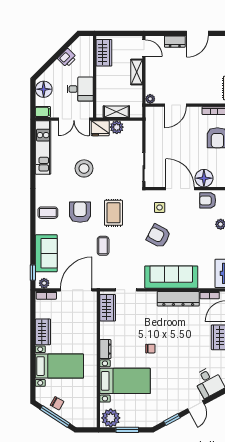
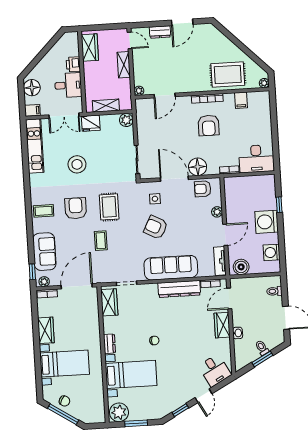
printer: (67, 58) -> (73, 64), moved, turned 135
plant: (117, 127) -> (126, 120), moved

